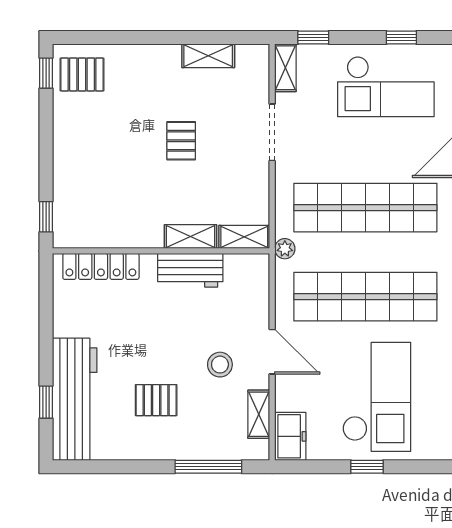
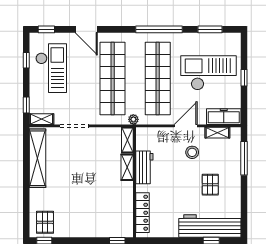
shelving: (208, 56) -> (38, 158), width x2.20, depth x1.33
pallet: (181, 141) -> (79, 172), removed
freezer: (290, 436) -> (224, 117), width x1.40

